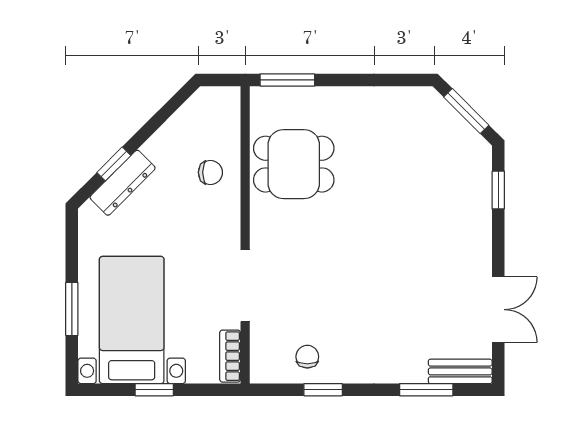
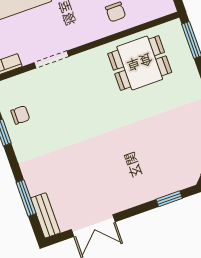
dining table: (294, 164) -> (140, 63), turned 90
doorway: (245, 286) -> (51, 60), width x0.73

